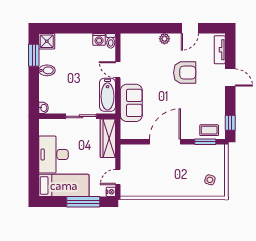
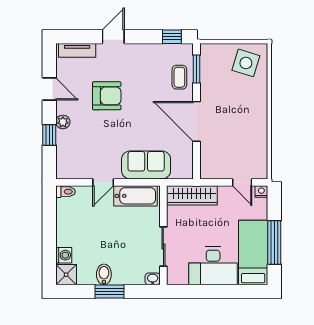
window: (154, 28) -> (49, 135), added
washing machine: (99, 39) -> (64, 255), moved
window: (34, 55) -> (109, 292), moved
armchair: (185, 73) -> (107, 96), turned 90
sliding door: (81, 116) -> (163, 246), moved
coffee table: (209, 130) -> (179, 77), moved
side table: (210, 180) -> (246, 63), width x1.87, depth x1.87
window: (83, 202) -> (274, 243), moved

